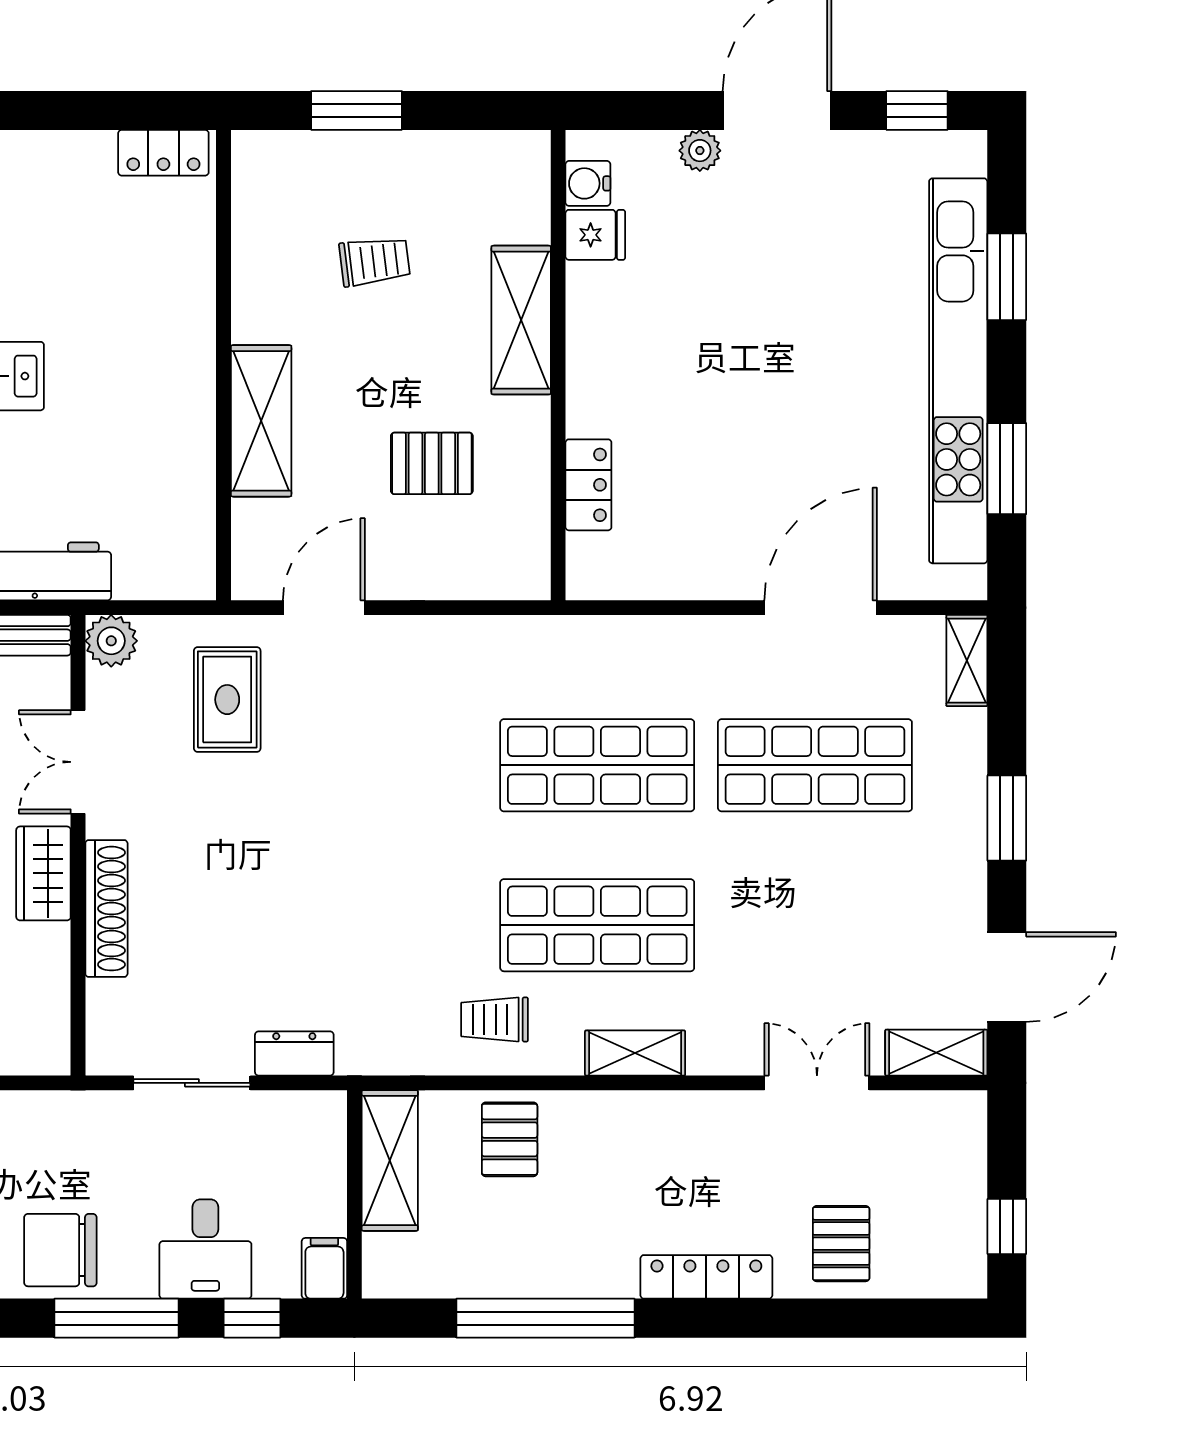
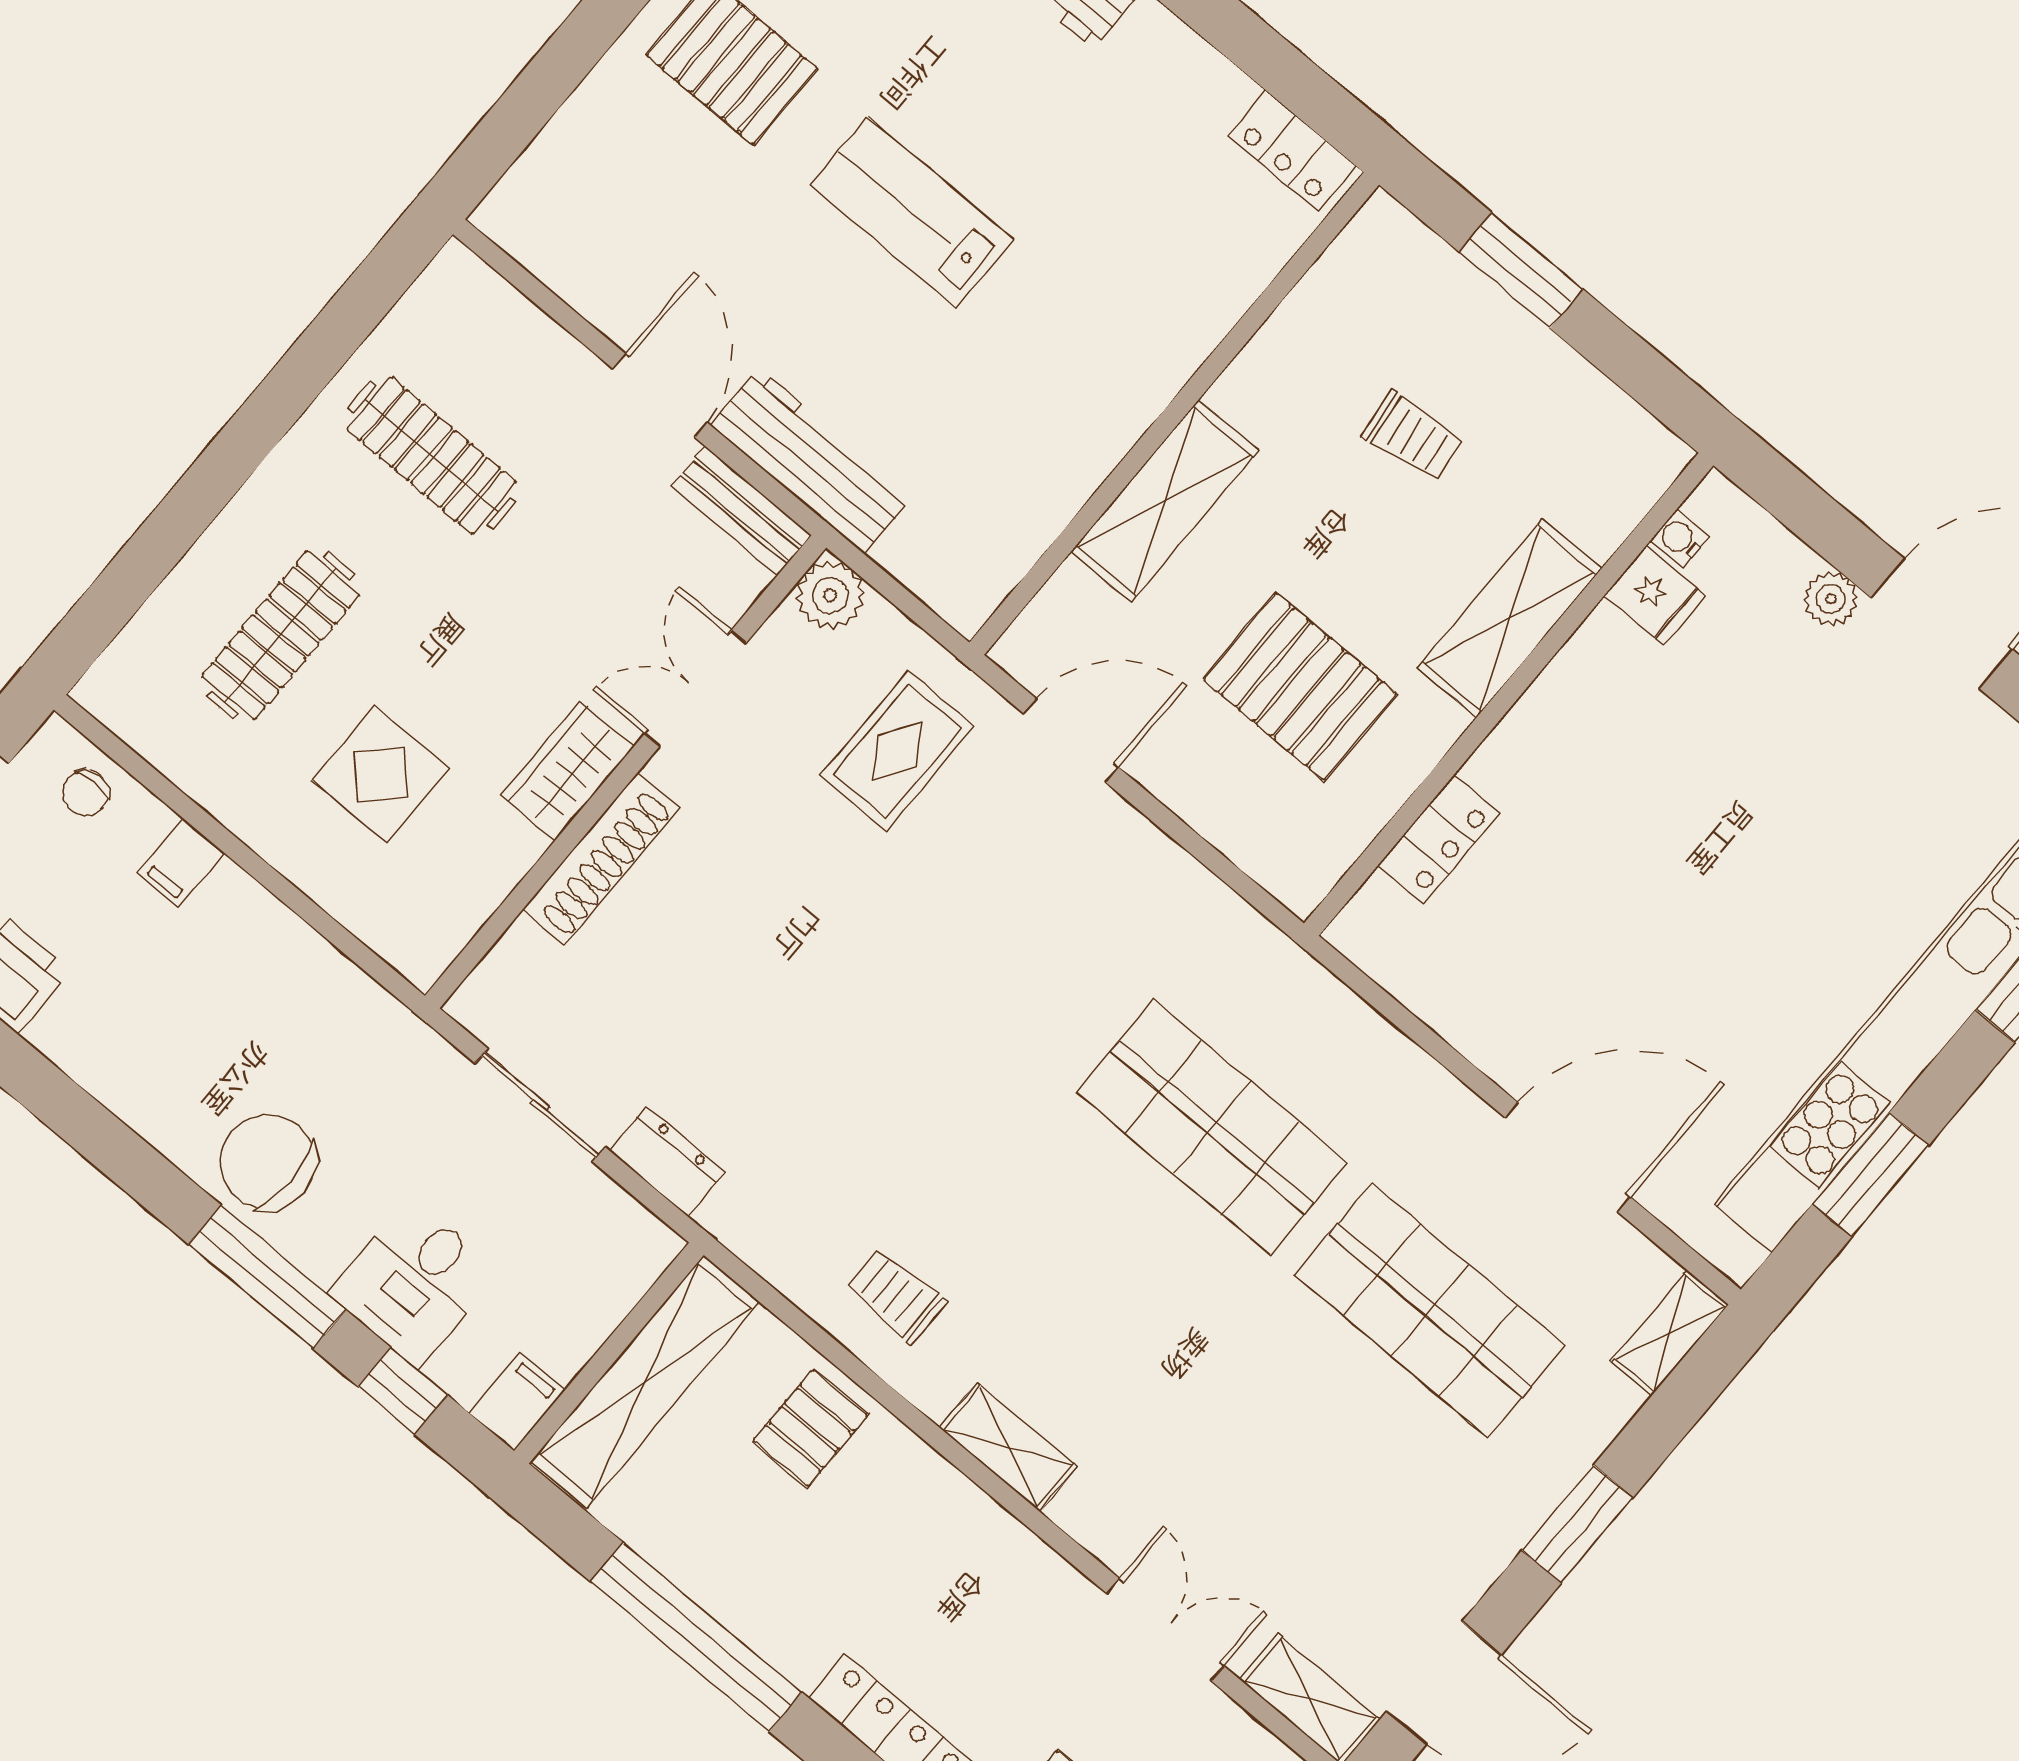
water cooler: (588, 183) -> (1680, 539), width x0.72, depth x0.72
pallet: (432, 463) -> (1300, 687), width x1.50, depth x1.42
shop shelf: (597, 925) -> (1078, 1287), removed
shelving: (390, 1160) -> (645, 1382), width x1.47

